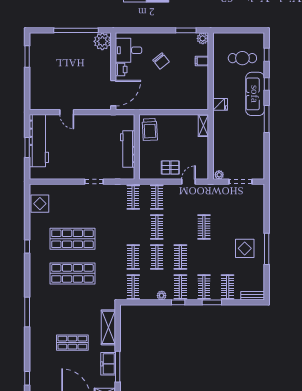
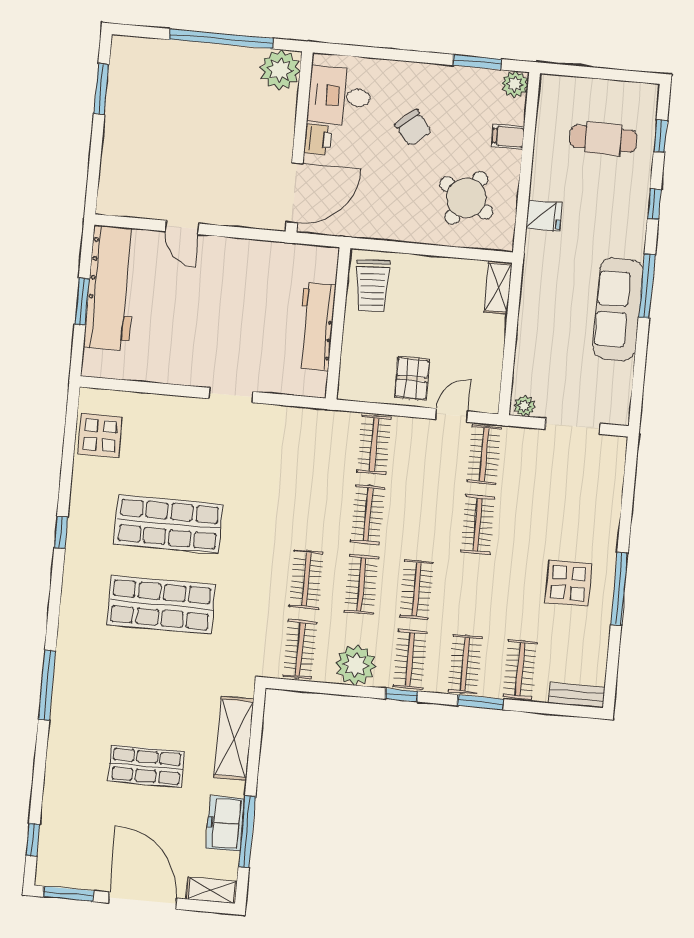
round table: (186, 89) -> (466, 198), added
sofa: (255, 94) -> (618, 309), moved
fridge: (220, 104) -> (544, 216), moved
pallet: (170, 167) -> (412, 378), turned 90
clothes rail: (133, 197) -> (484, 455), moved
plant: (162, 296) -> (356, 665), width x1.88, depth x1.88

